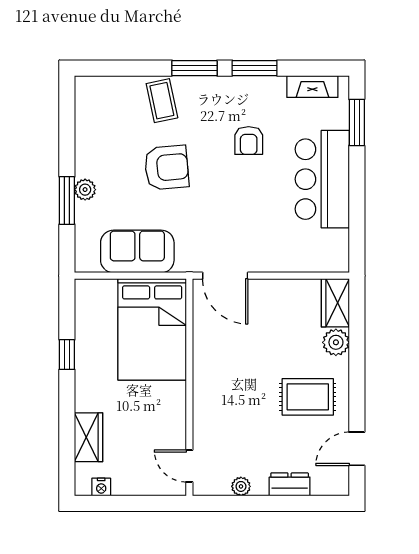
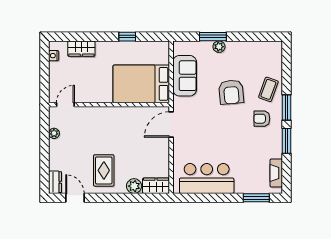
coffee table: (162, 101) -> (268, 89), turned -58
armchair: (249, 141) -> (262, 119), moved
bar counter: (322, 179) -> (207, 178), moved
dresser: (290, 484) -> (55, 182), moved

